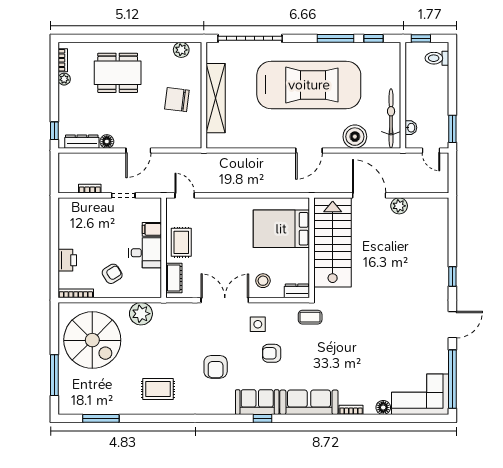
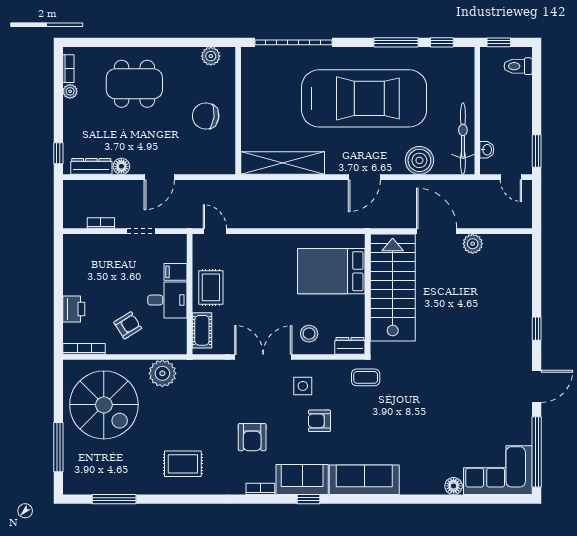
shelving: (216, 98) -> (283, 163), moved, turned 90
bookcase: (351, 410) -> (260, 489), moved

